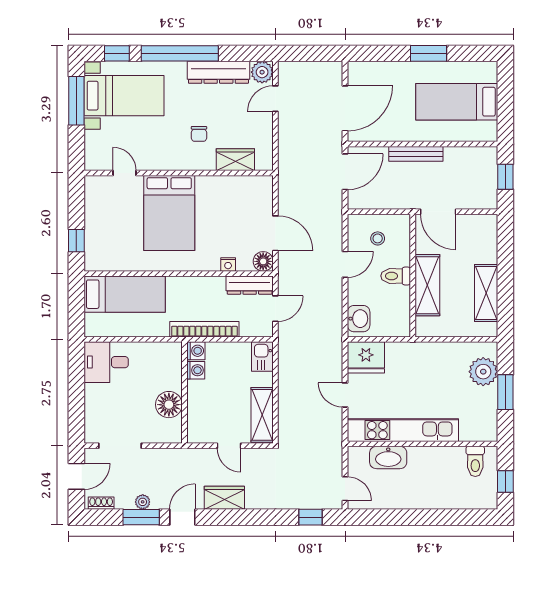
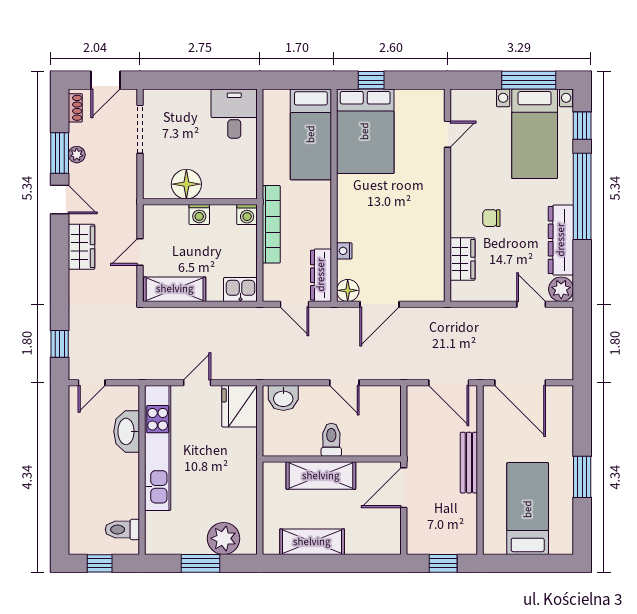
bed: (169, 213) -> (365, 131), moved, turned -90
stool: (378, 238) -> (374, 419), removed
washing machine: (196, 370) -> (199, 214), moved
door: (76, 476) -> (105, 80), hinge flipped

